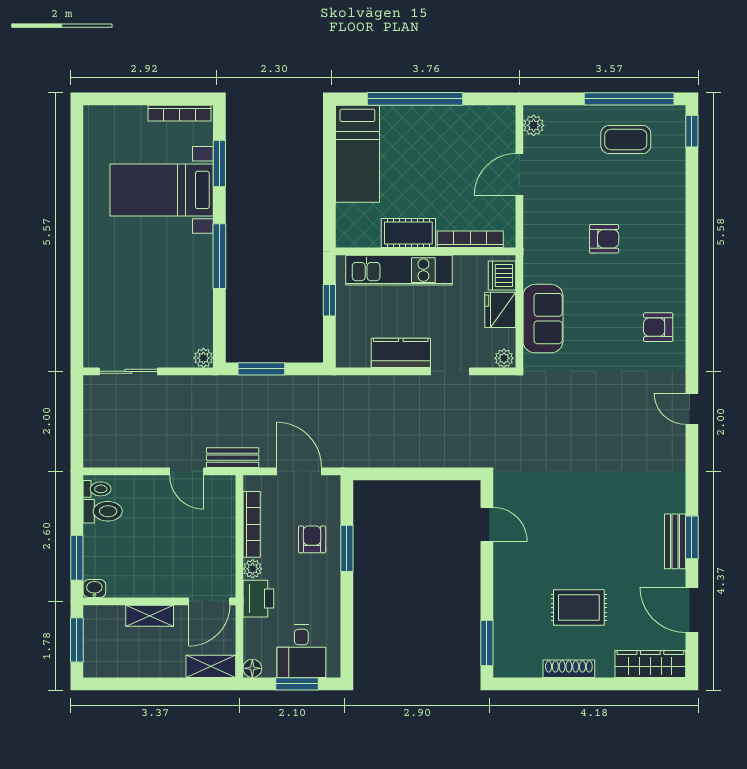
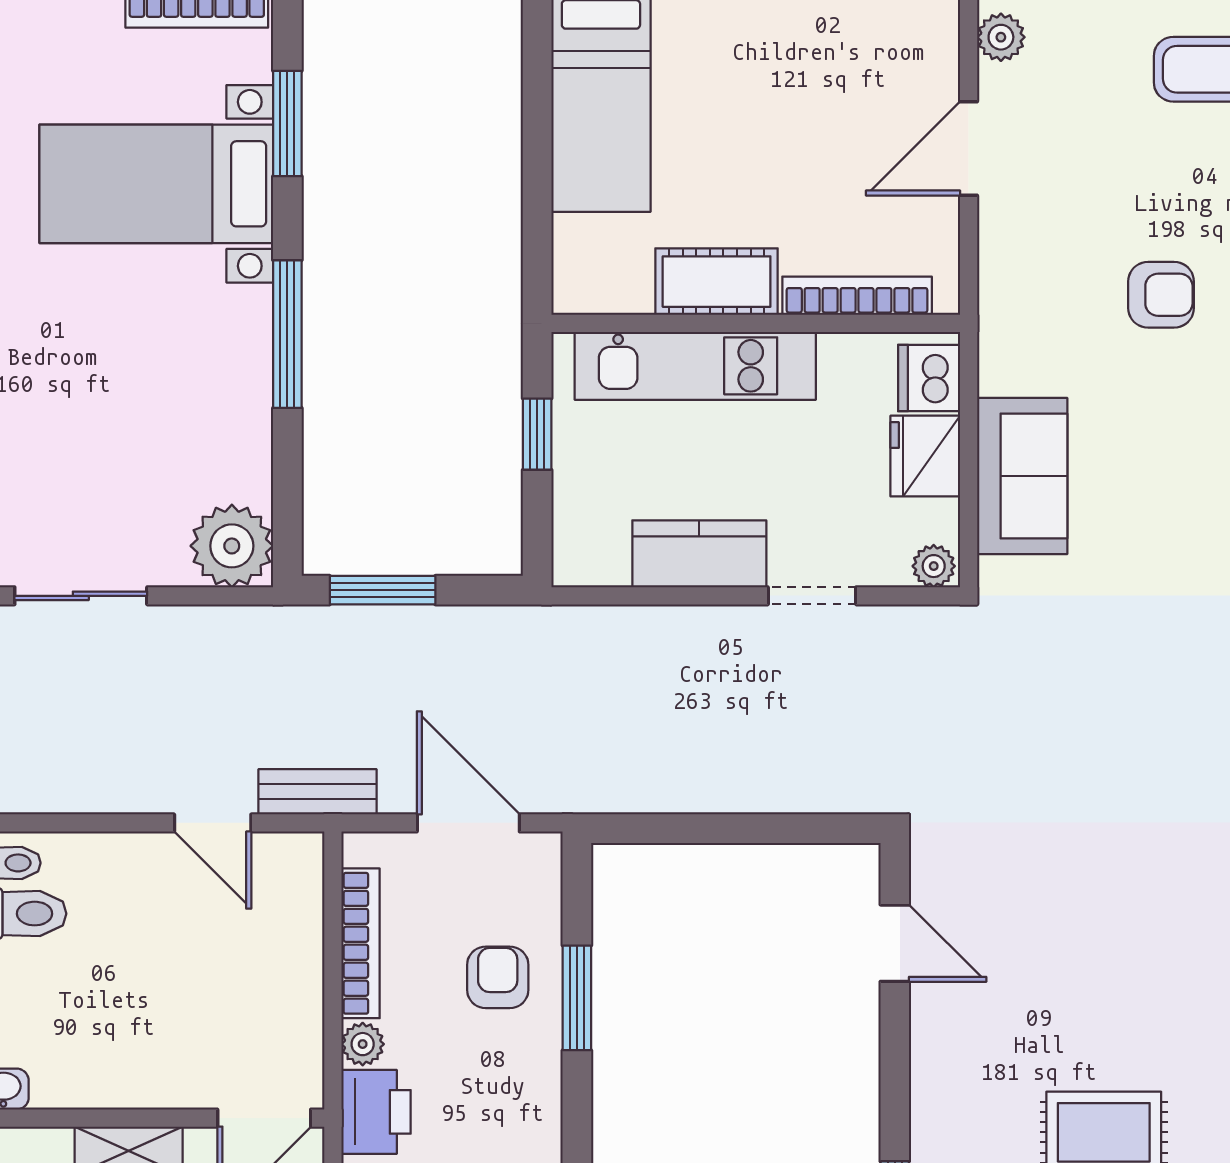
plant: (203, 358) -> (232, 546), width x1.87, depth x1.87

